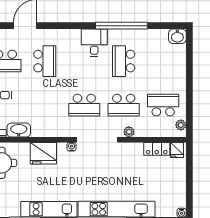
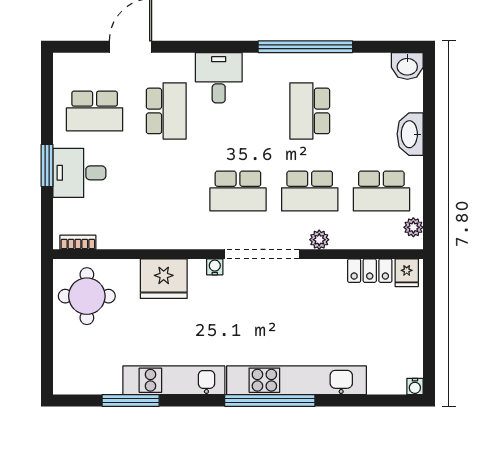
desk: (94, 43) -> (219, 78), moved
school desk: (163, 105) -> (381, 191), turned 180
washbasin: (19, 130) -> (410, 134), moved, turned -90

